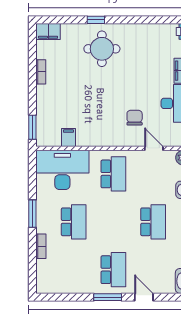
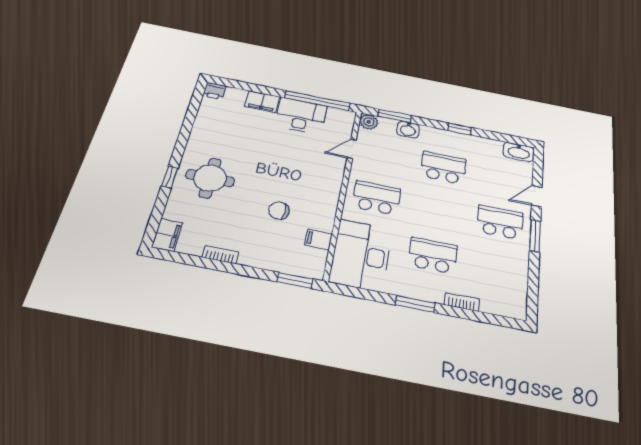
chair: (135, 118) -> (279, 211), moved

